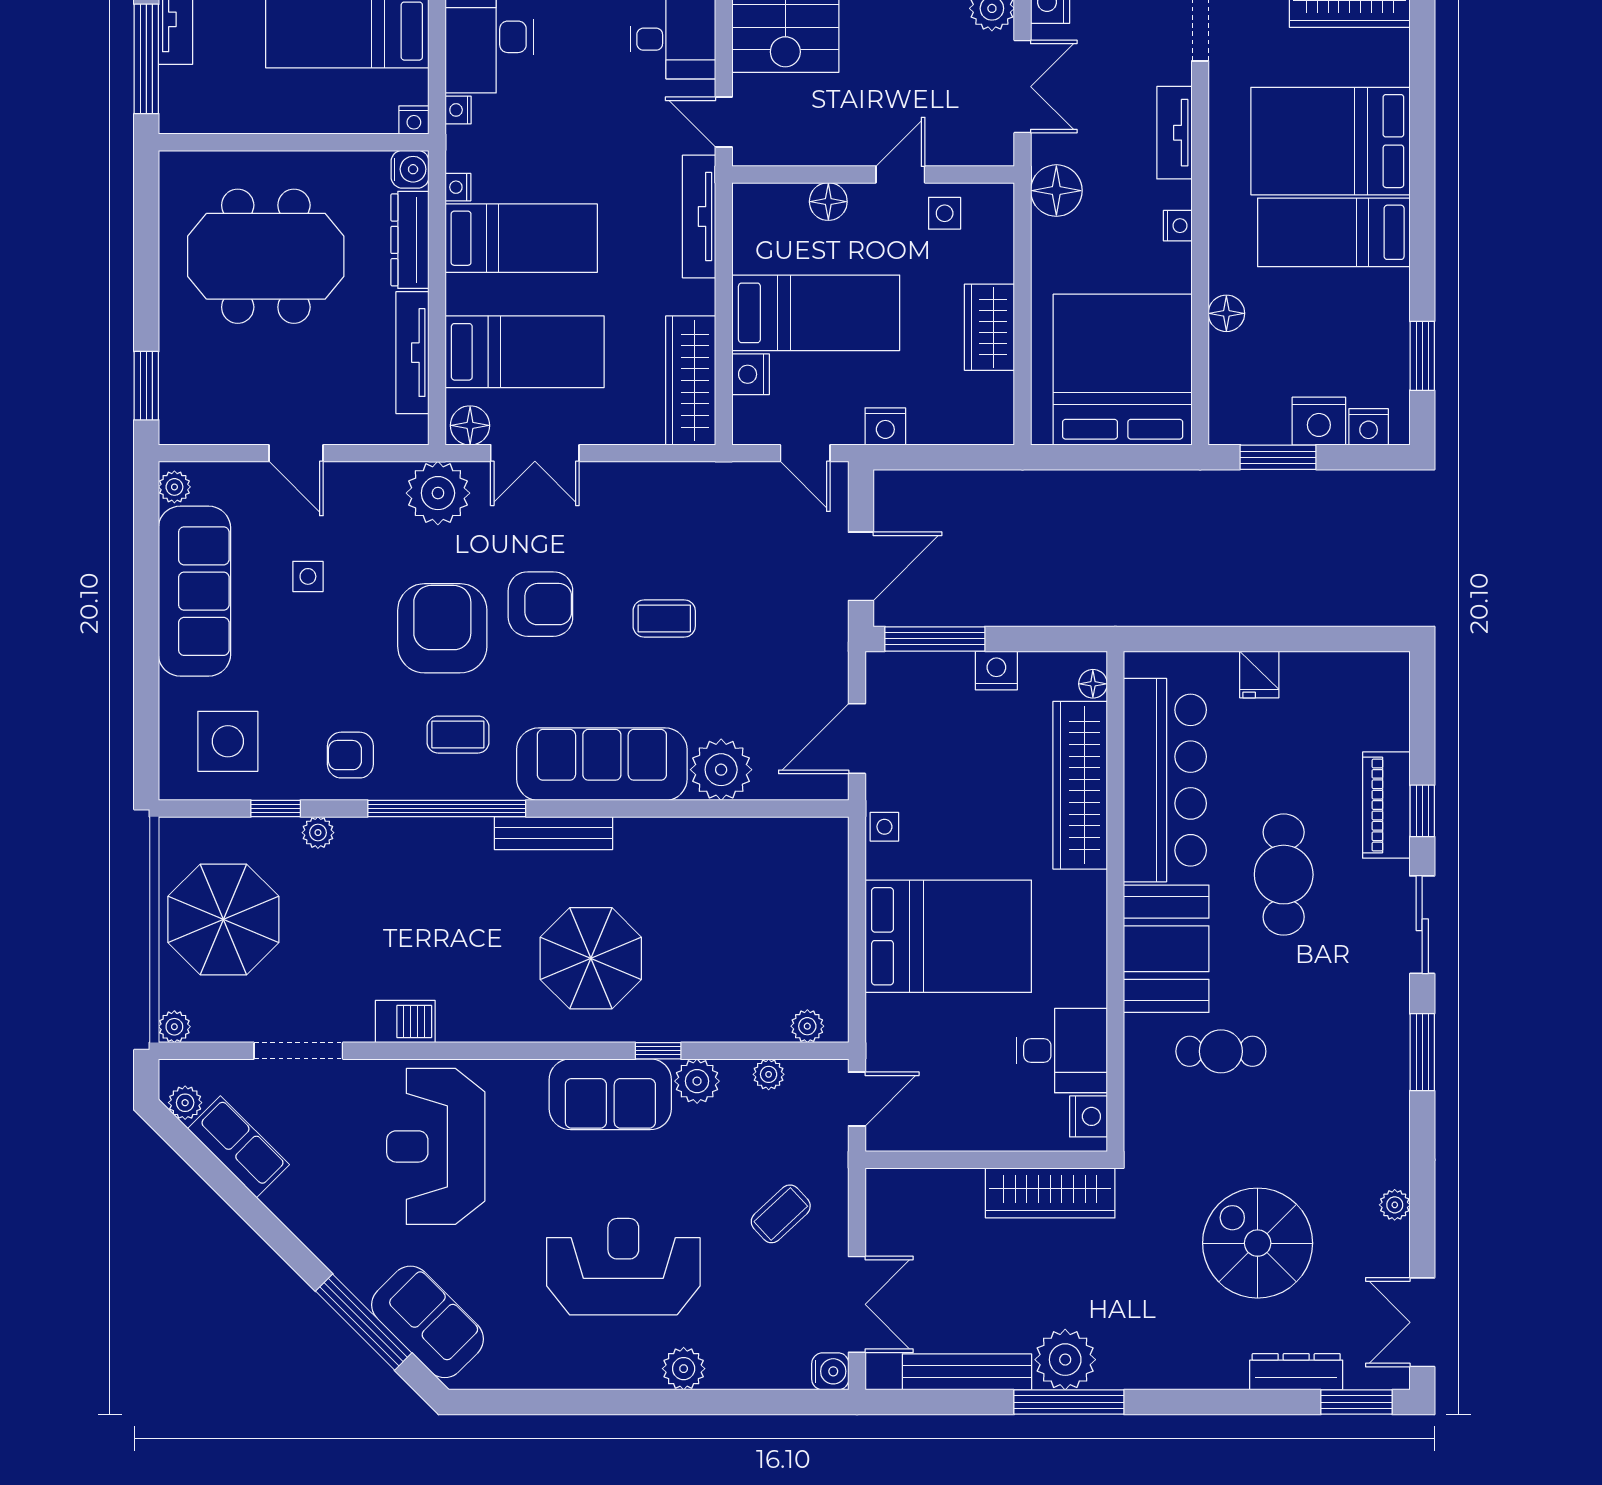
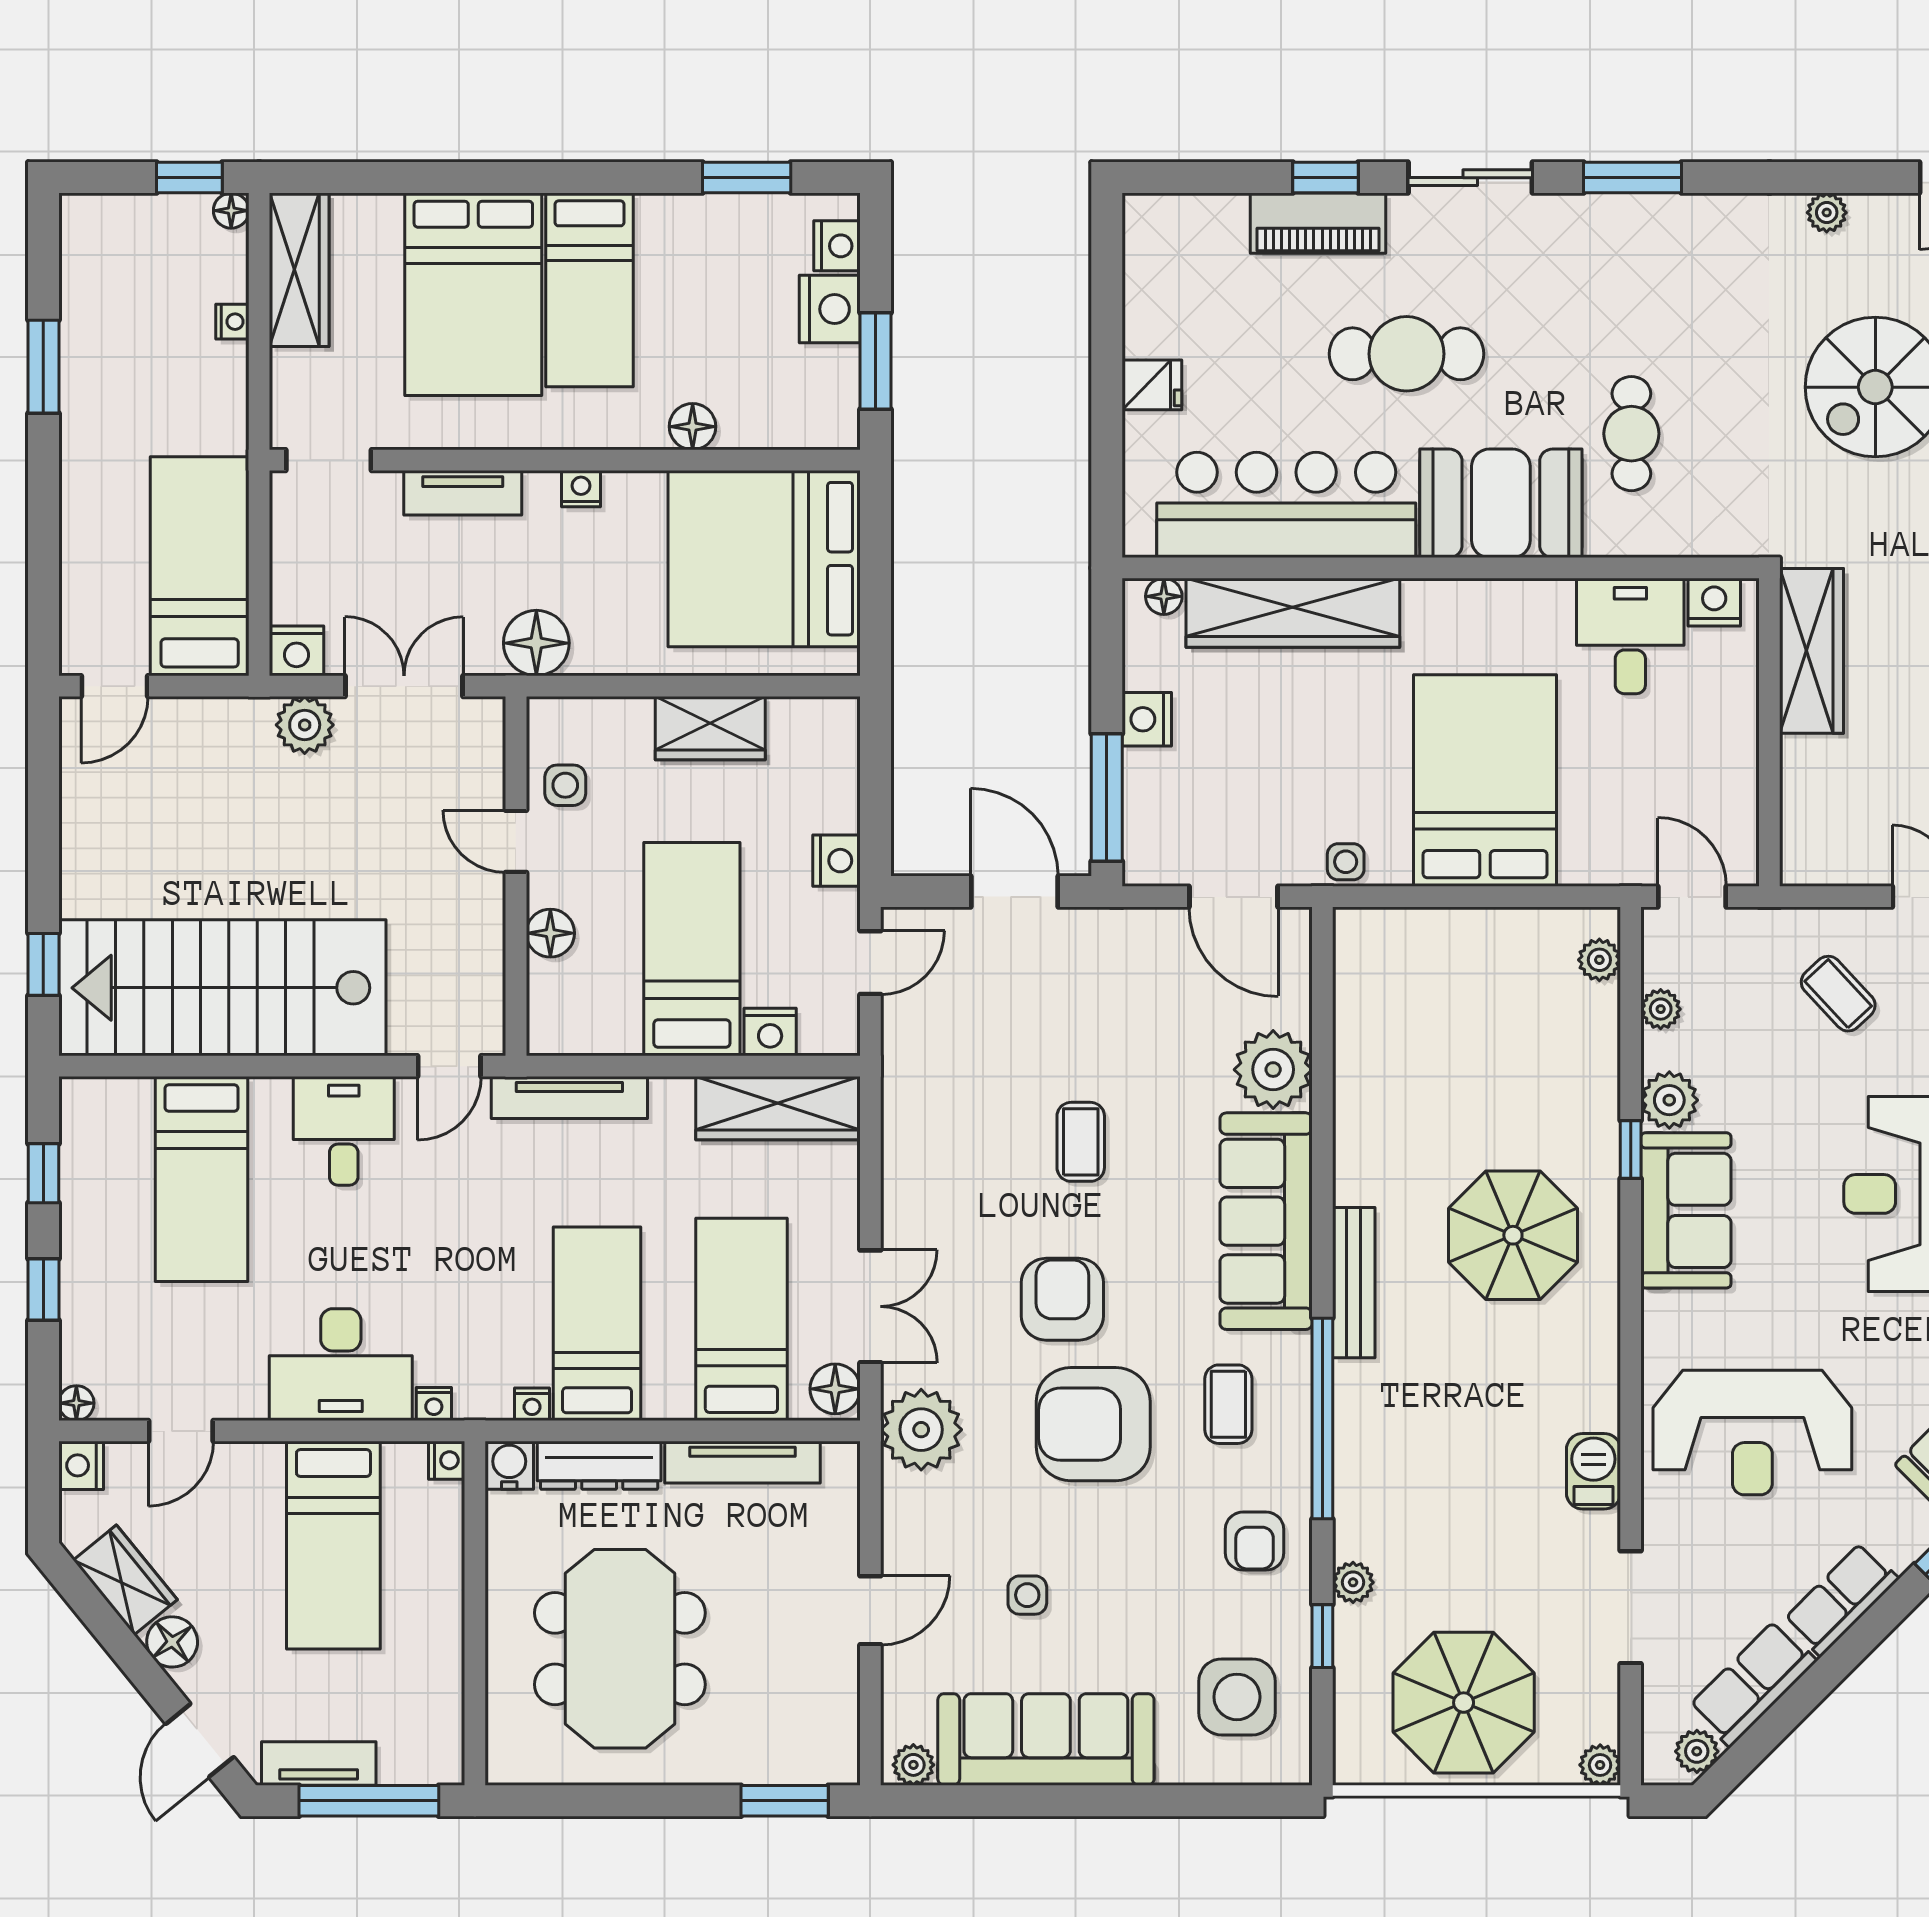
row of seats: (305, 1216) -> (1841, 1599), added

